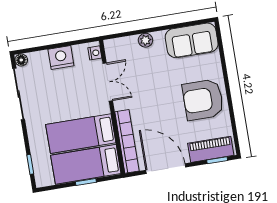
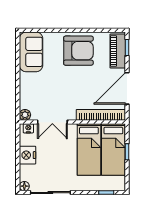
plant: (145, 40) -> (25, 115), moved
double door: (108, 82) -> (52, 122), swing flipped
armchair: (203, 100) -> (78, 51), turned -90

